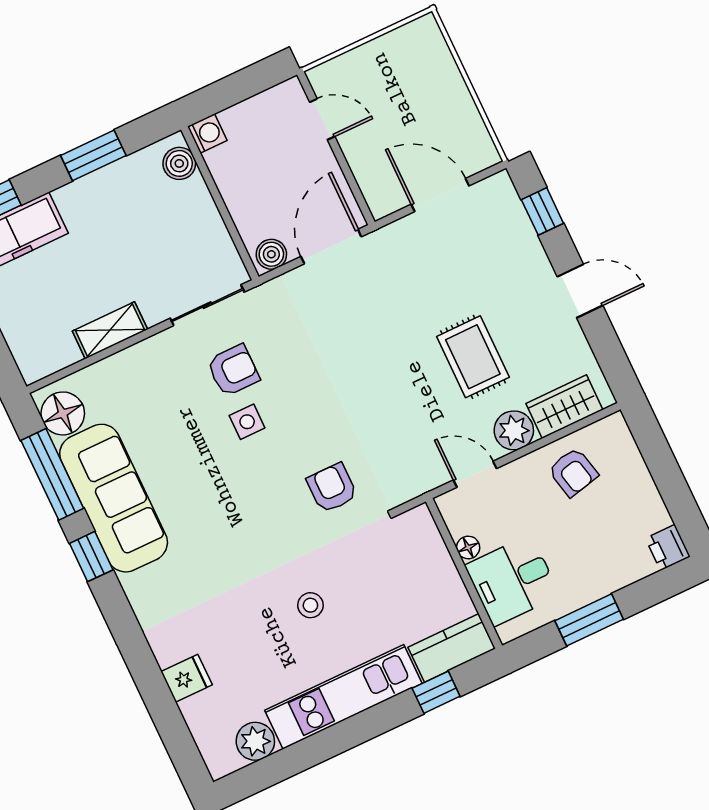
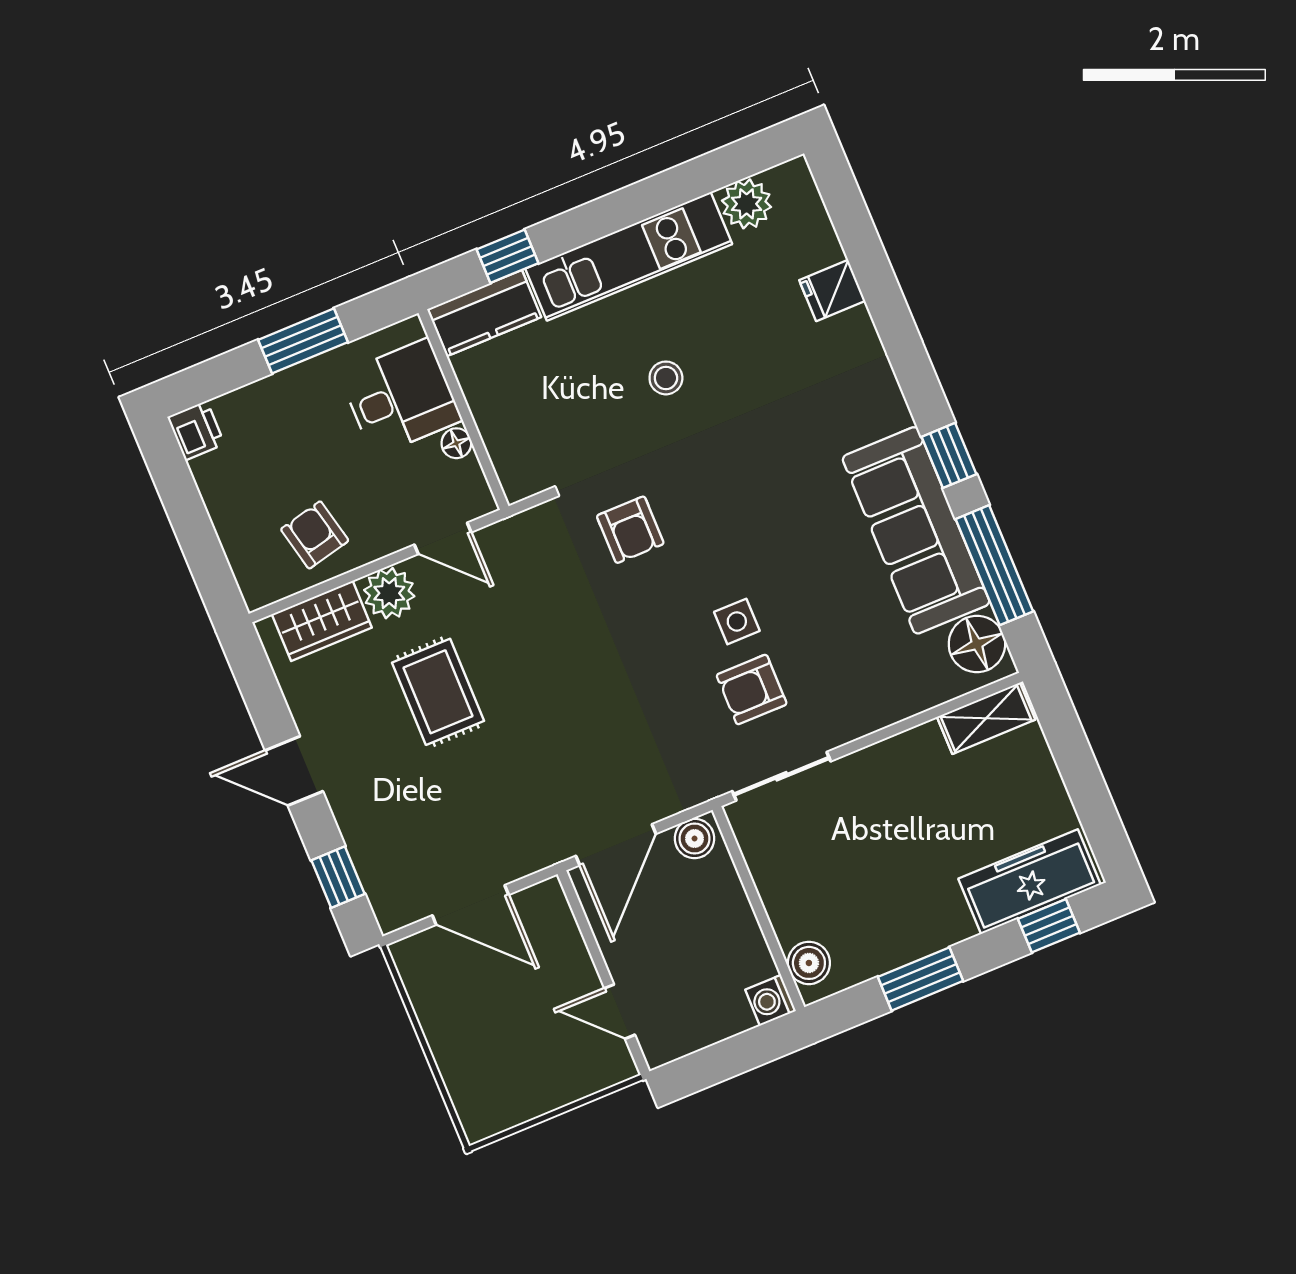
shelving: (110, 330) -> (986, 718), moved

